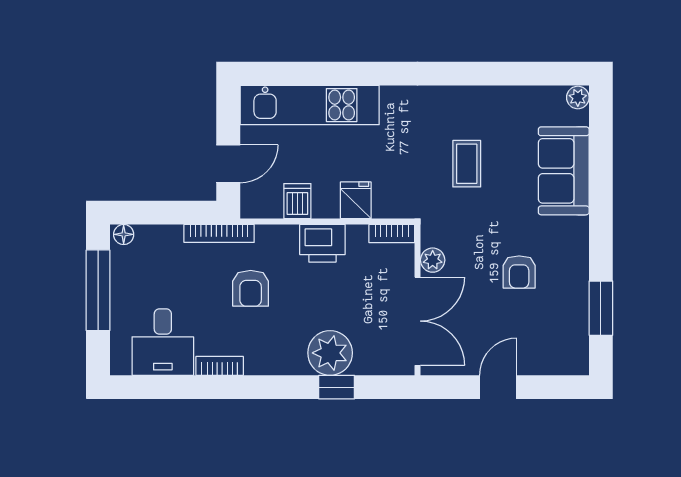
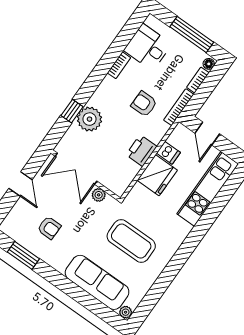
coffee table: (467, 164) -> (131, 241), width x1.86, depth x1.72
sofa: (564, 171) -> (97, 282), width x1.36
fridge: (356, 200) -> (157, 175), width x1.88, depth x1.34
bookcase: (392, 234) -> (198, 80), moved
armchair: (519, 272) -> (49, 228), moved, turned 180

